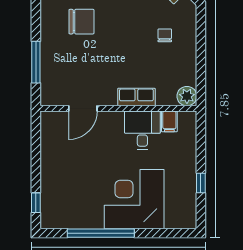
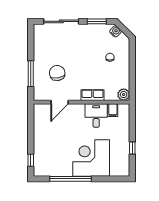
chair: (81, 22) -> (57, 73), moved, turned -98

